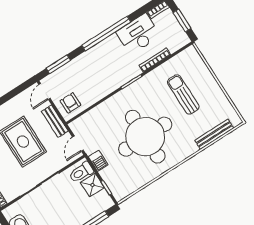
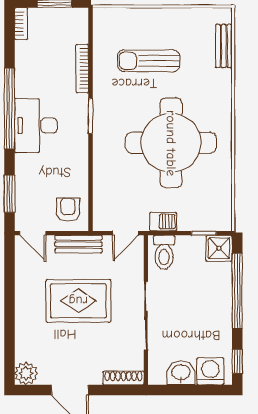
desk: (138, 34) -> (36, 125), moved
armchair: (71, 103) -> (68, 210), turned 90
bench: (214, 134) -> (224, 46), width x0.73
door: (78, 144) -> (125, 233), hinge flipped
shower: (92, 185) -> (219, 248), moved

